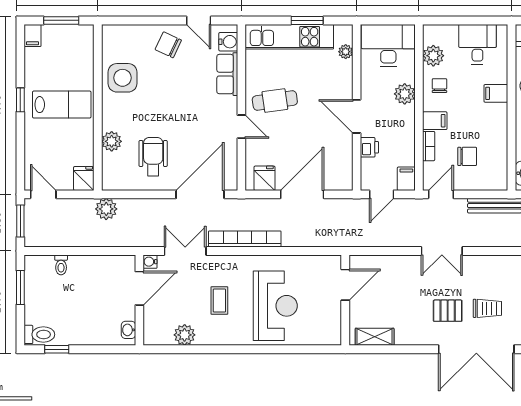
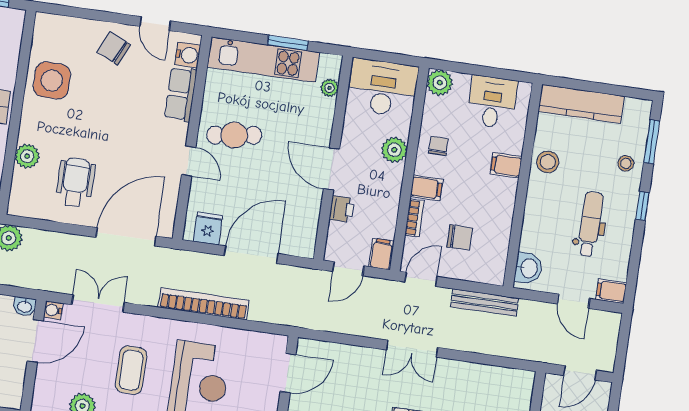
plant: (433, 56) -> (440, 83), moved
bookcase: (245, 239) -> (204, 304), moved
coffee table: (219, 301) -> (131, 370), width x1.36, depth x1.30
washbasin: (128, 330) -> (25, 306), moved, turned -90

